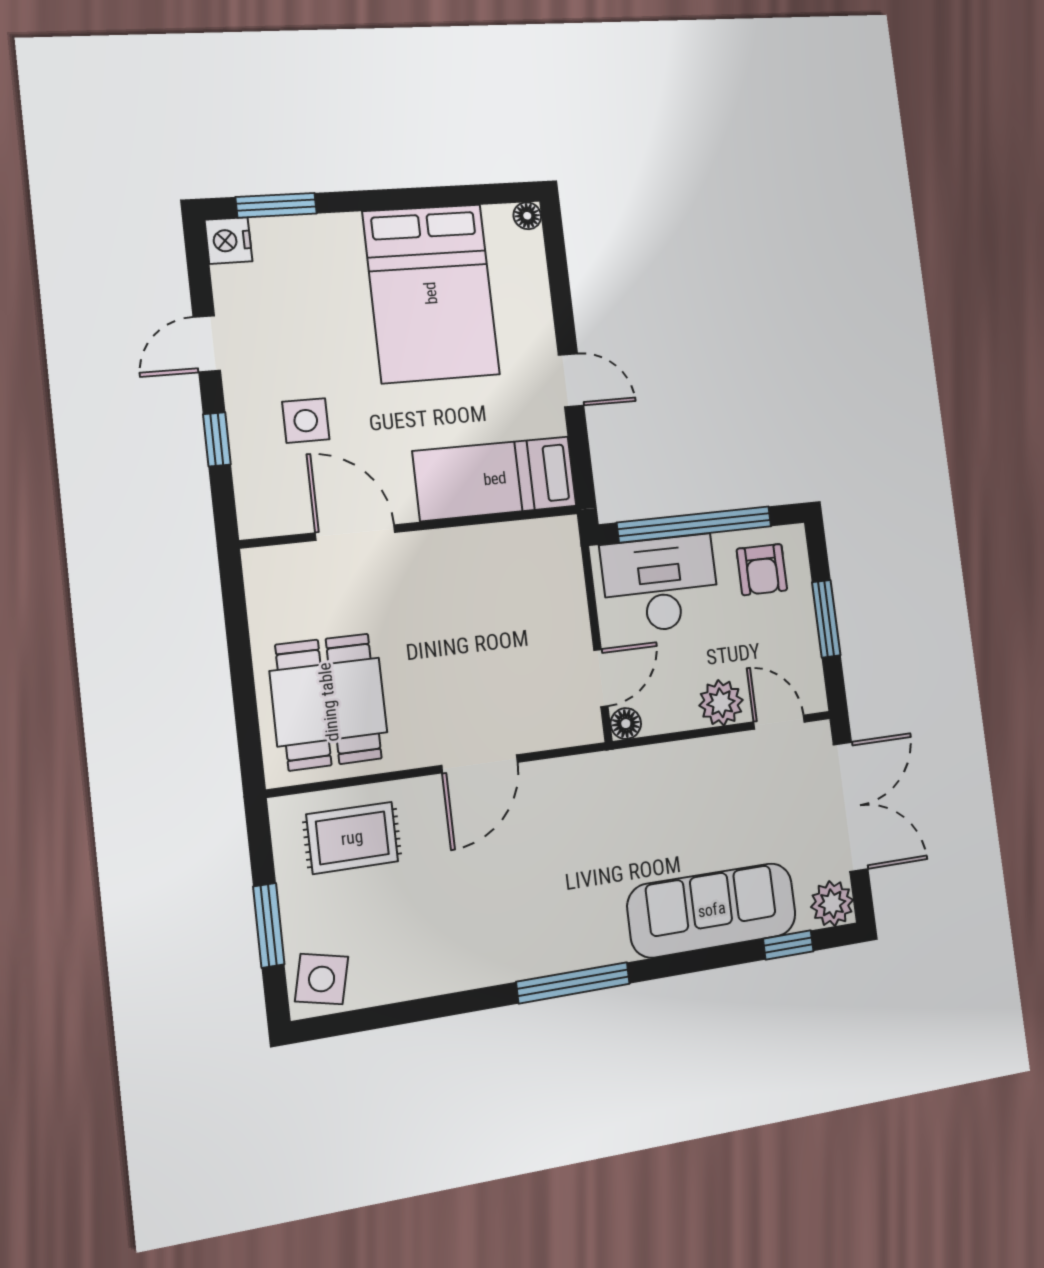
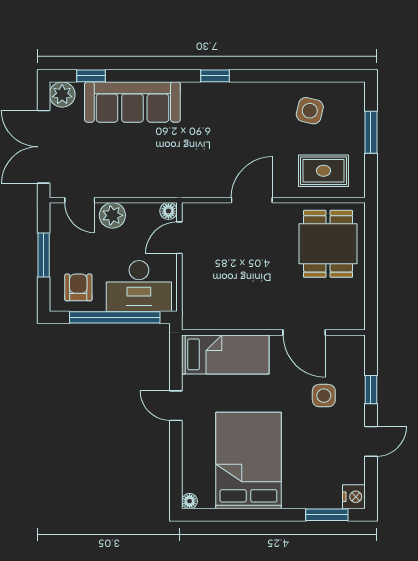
side table: (322, 979) -> (310, 111), moved
window: (573, 983) -> (215, 76), width x0.46

